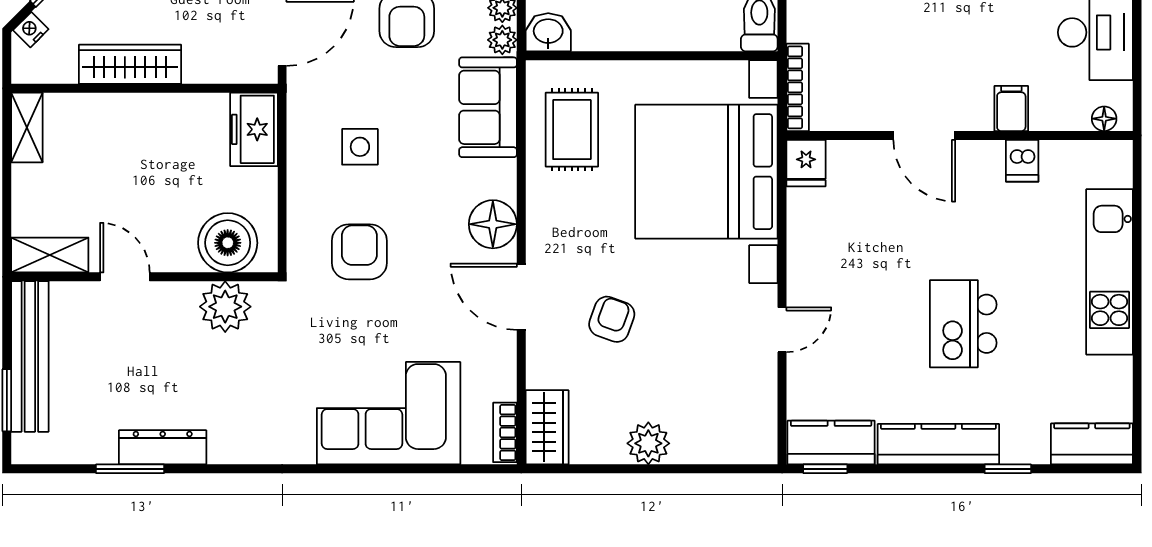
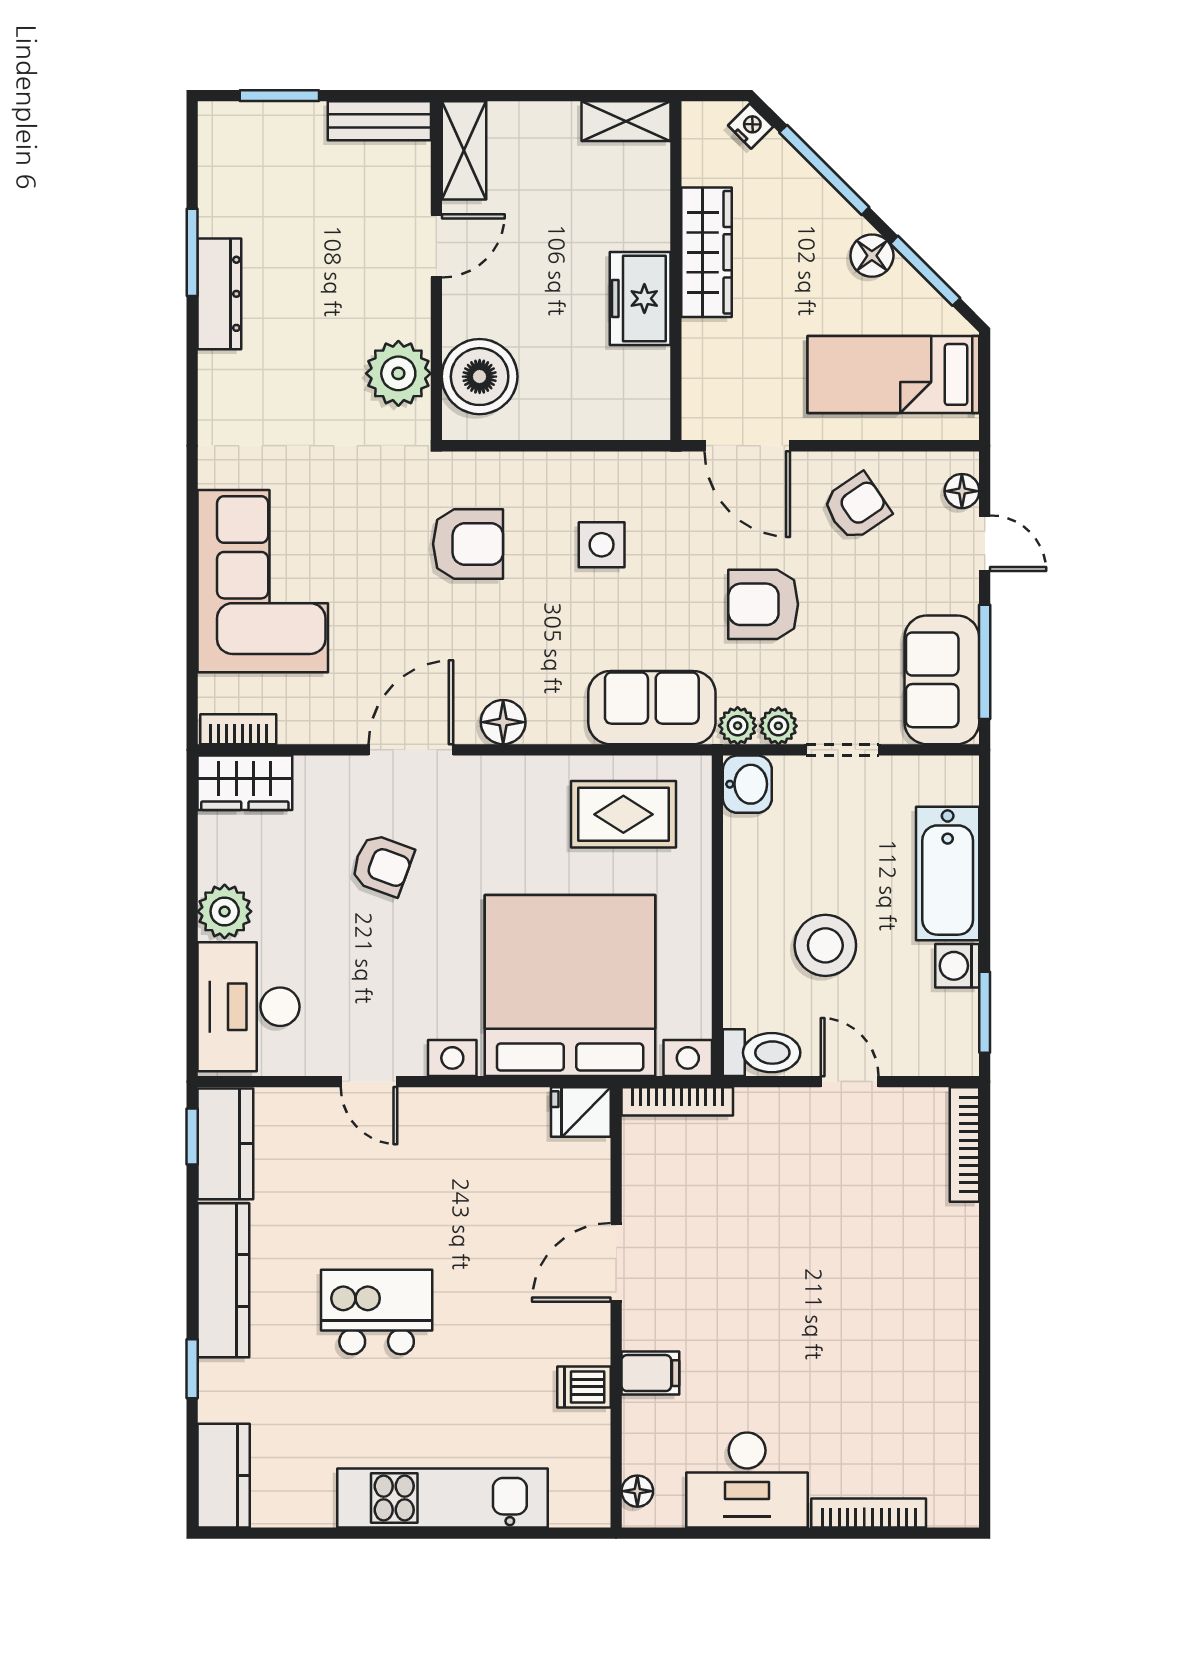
freezer: (254, 129) -> (640, 299), moved, turned -90
floor lamp: (493, 224) -> (503, 722), width x0.73, depth x0.73
bench: (30, 356) -> (379, 121), width x0.54, depth x0.82
desk: (723, 424) -> (249, 1007), added

